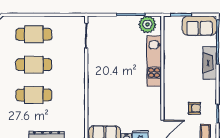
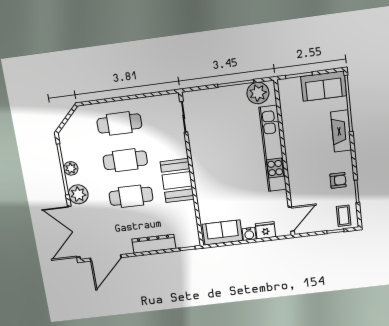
kitchen unit: (154, 61) -> (273, 149), width x1.36
booth: (74, 87) -> (177, 181), added
armchair: (194, 108) -> (338, 180), moved

